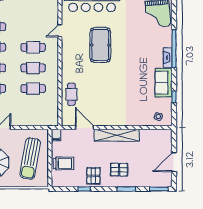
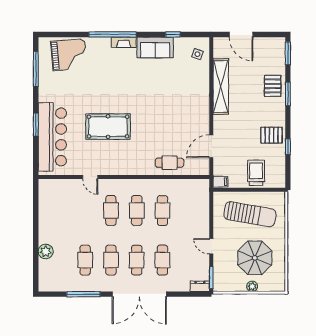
shelving: (117, 135) -> (221, 87), moved
door: (174, 162) -> (241, 34), moved
pallet: (119, 170) -> (273, 86), moved

